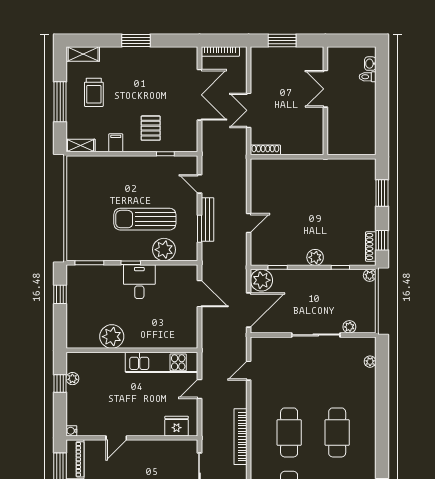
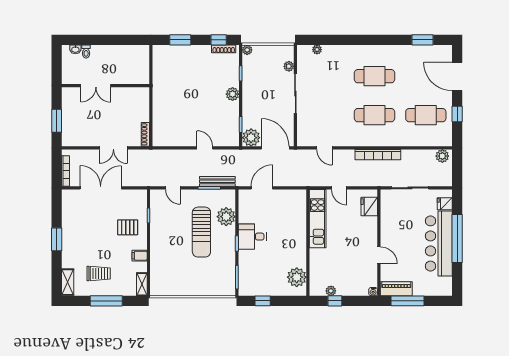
door: (199, 184) -> (173, 188), hinge flipped
bench: (207, 220) -> (217, 181), moved
plant: (112, 337) -> (297, 277), moved

